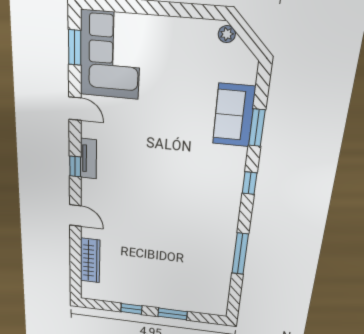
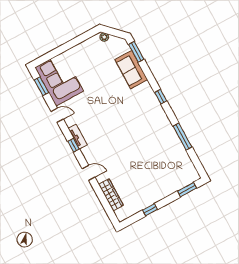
window: (257, 128) -> (136, 52), moved
window: (172, 314) -> (187, 190), moved

